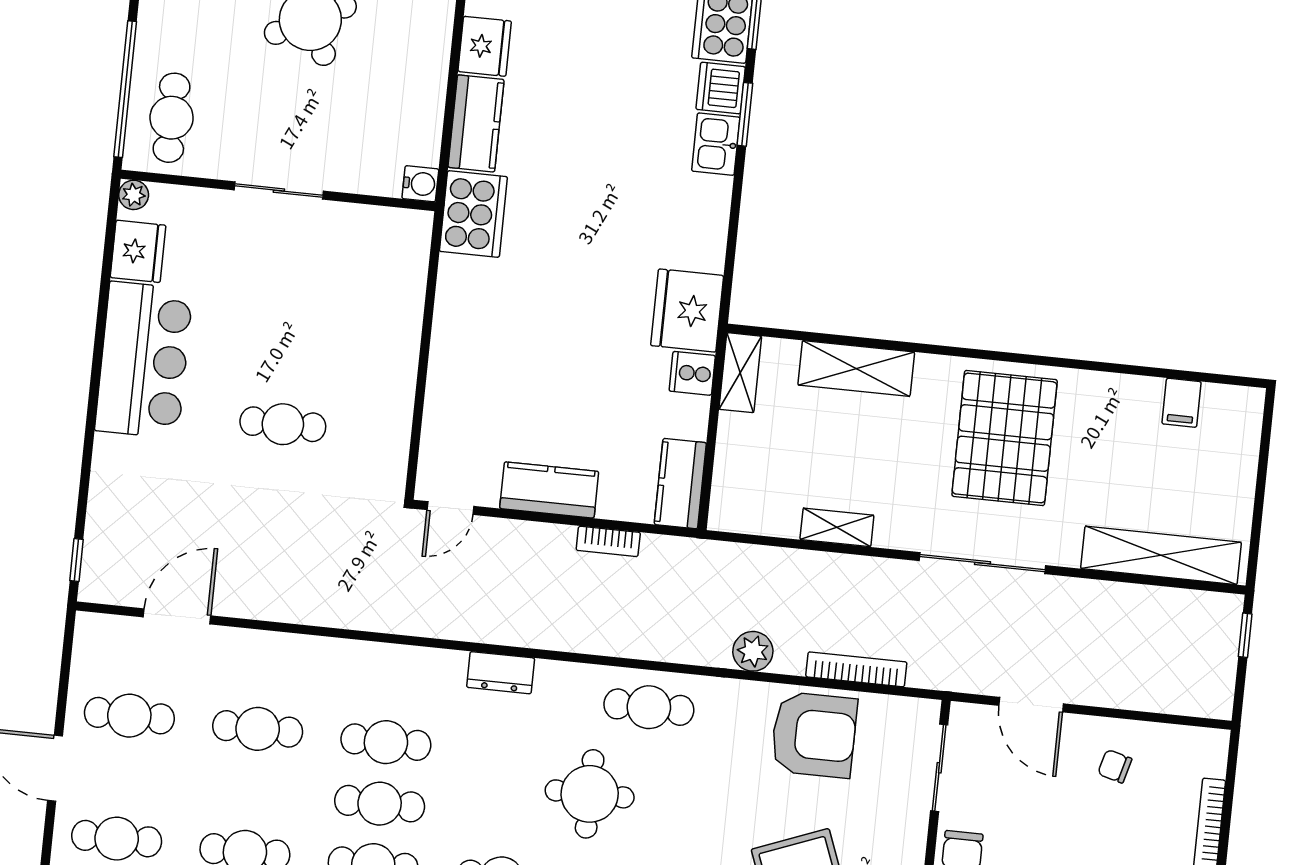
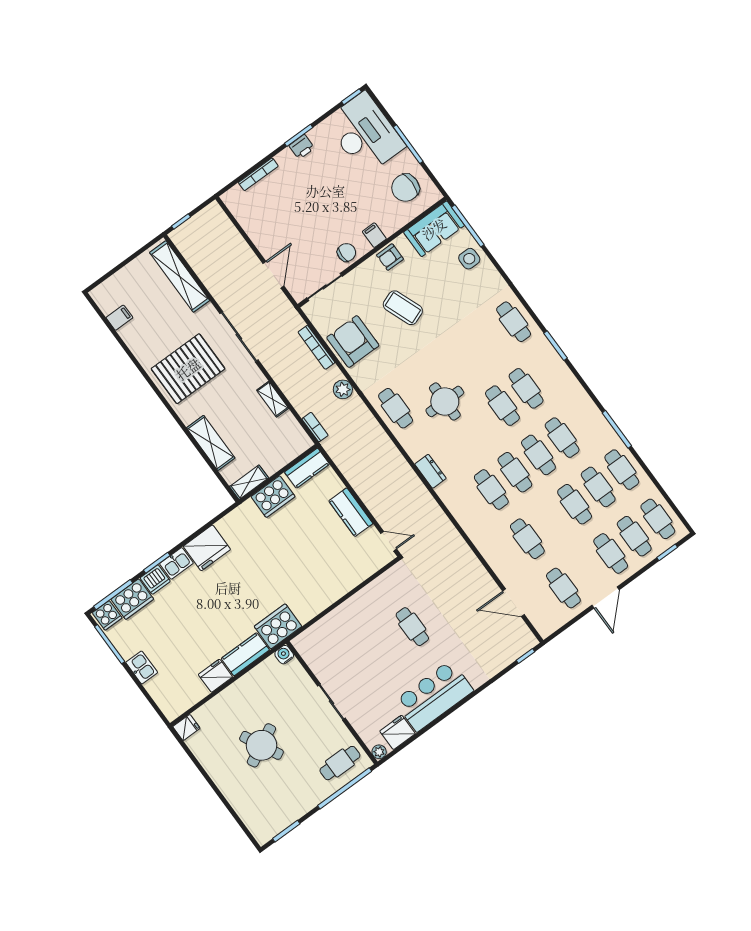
fridge: (687, 311) -> (207, 548), moved
cooker: (692, 373) -> (273, 497), width x1.87, depth x1.31
bookcase: (608, 541) -> (315, 427), moved
chair: (1115, 766) -> (268, 226), removed

